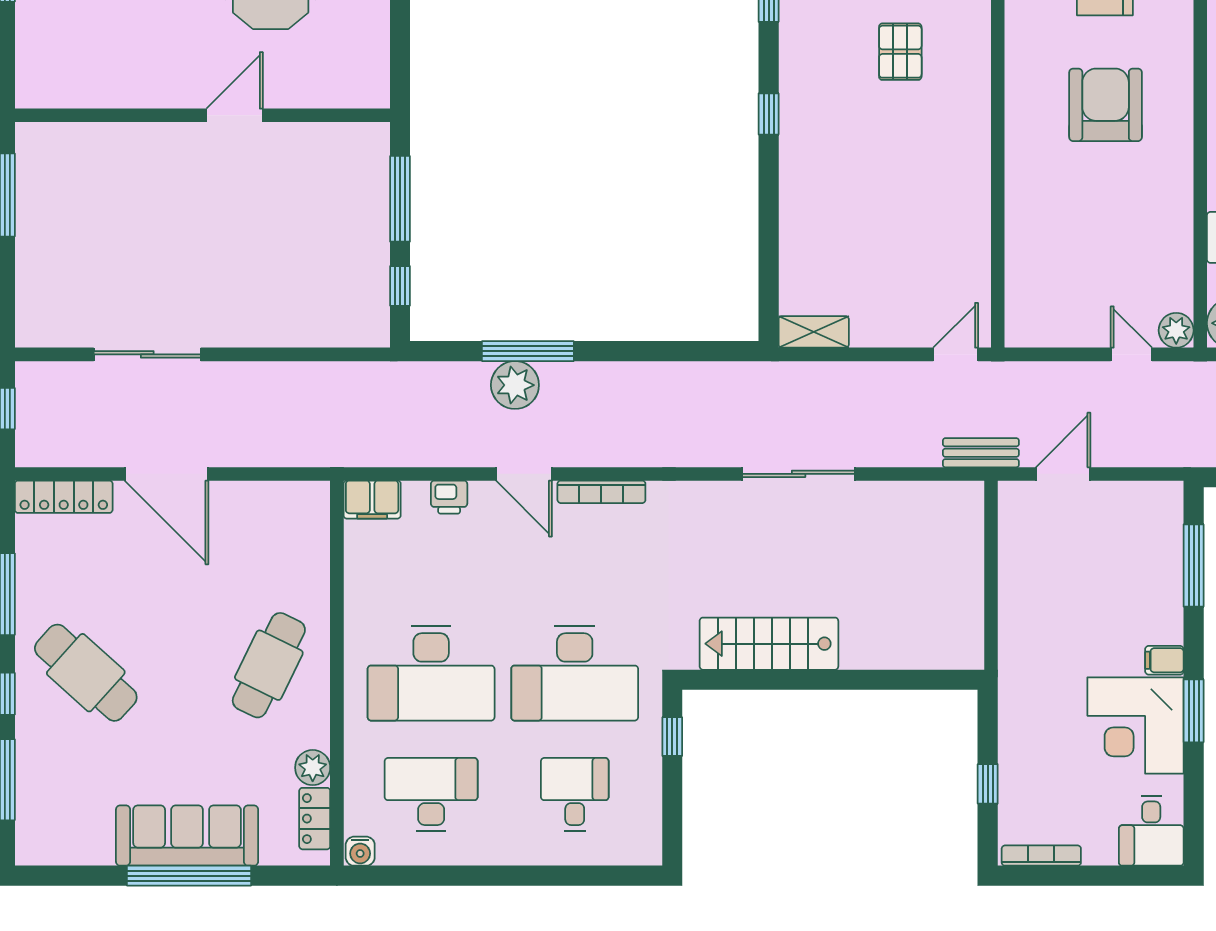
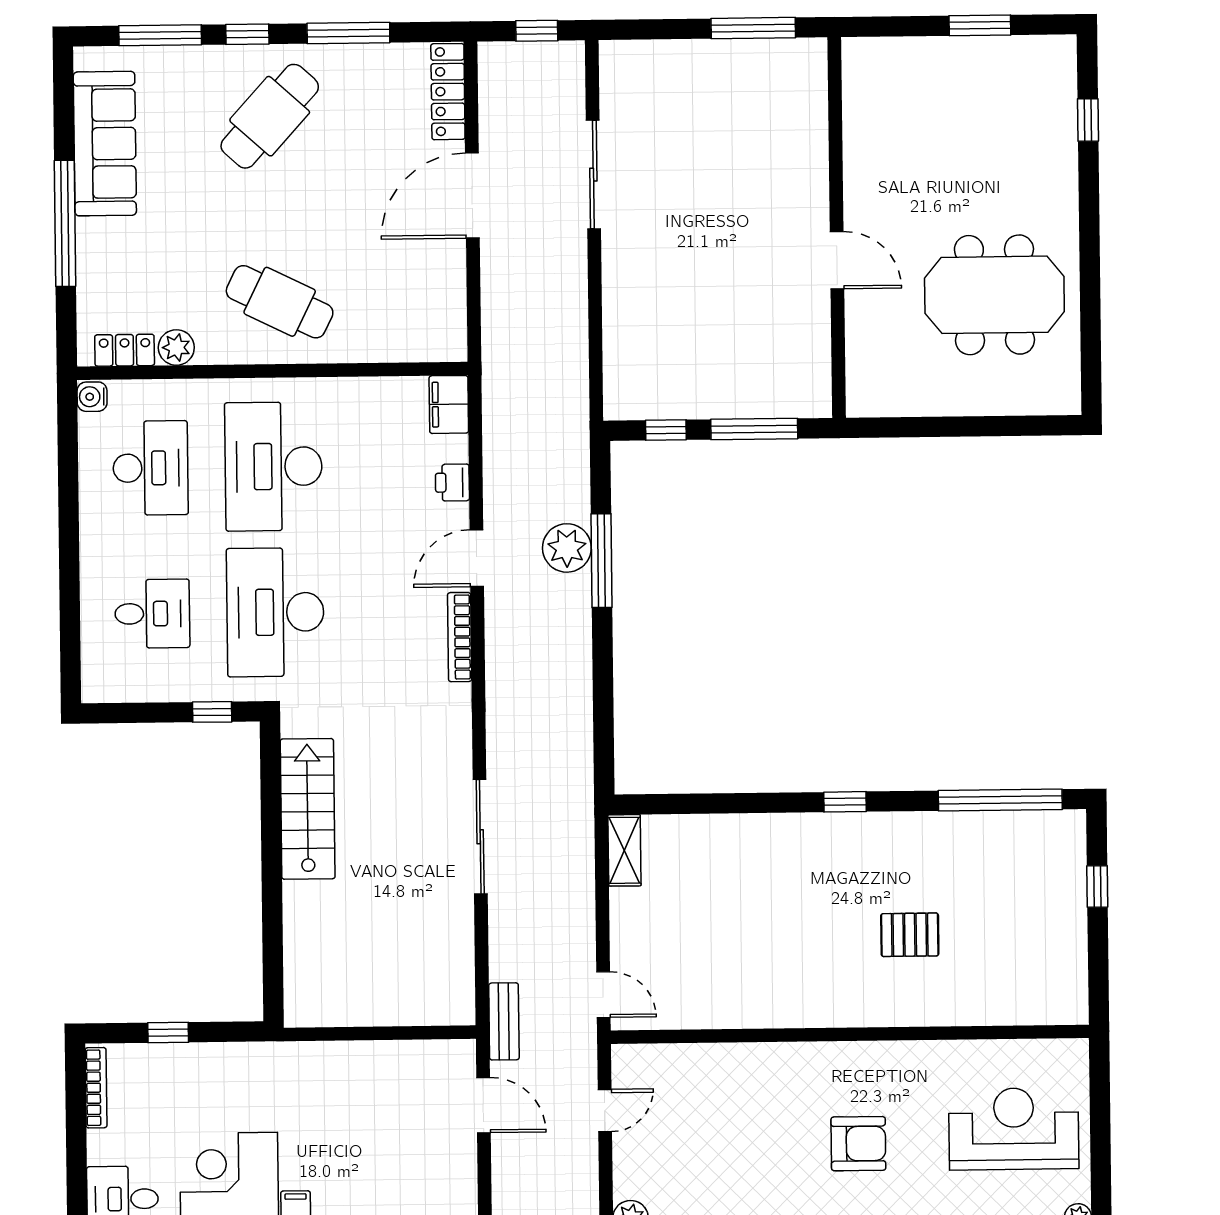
armchair: (1106, 105) -> (858, 1144), width x0.73, depth x0.73
door: (1131, 354) -> (605, 1111), moved
sofa: (187, 836) -> (105, 144), moved

